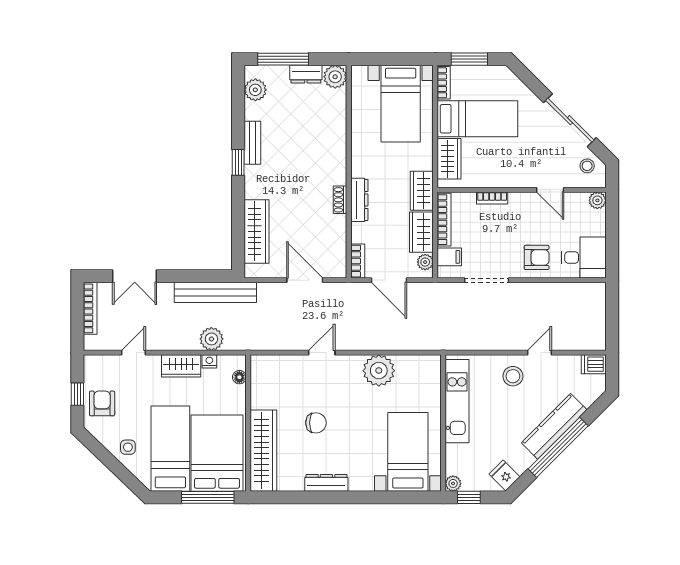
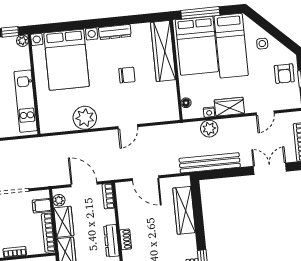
chair: (316, 423) -> (127, 75), turned 180
bed with nightstands: (408, 452) -> (66, 60), width x1.36

